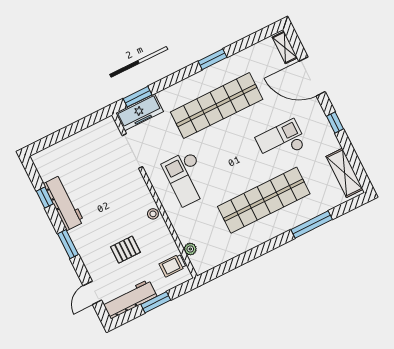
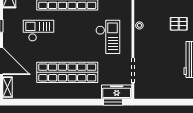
window: (212, 59) -> (56, 102), removed
checkout: (281, 141) -> (39, 31), turned 180
pallet: (125, 250) -> (179, 24), moved

